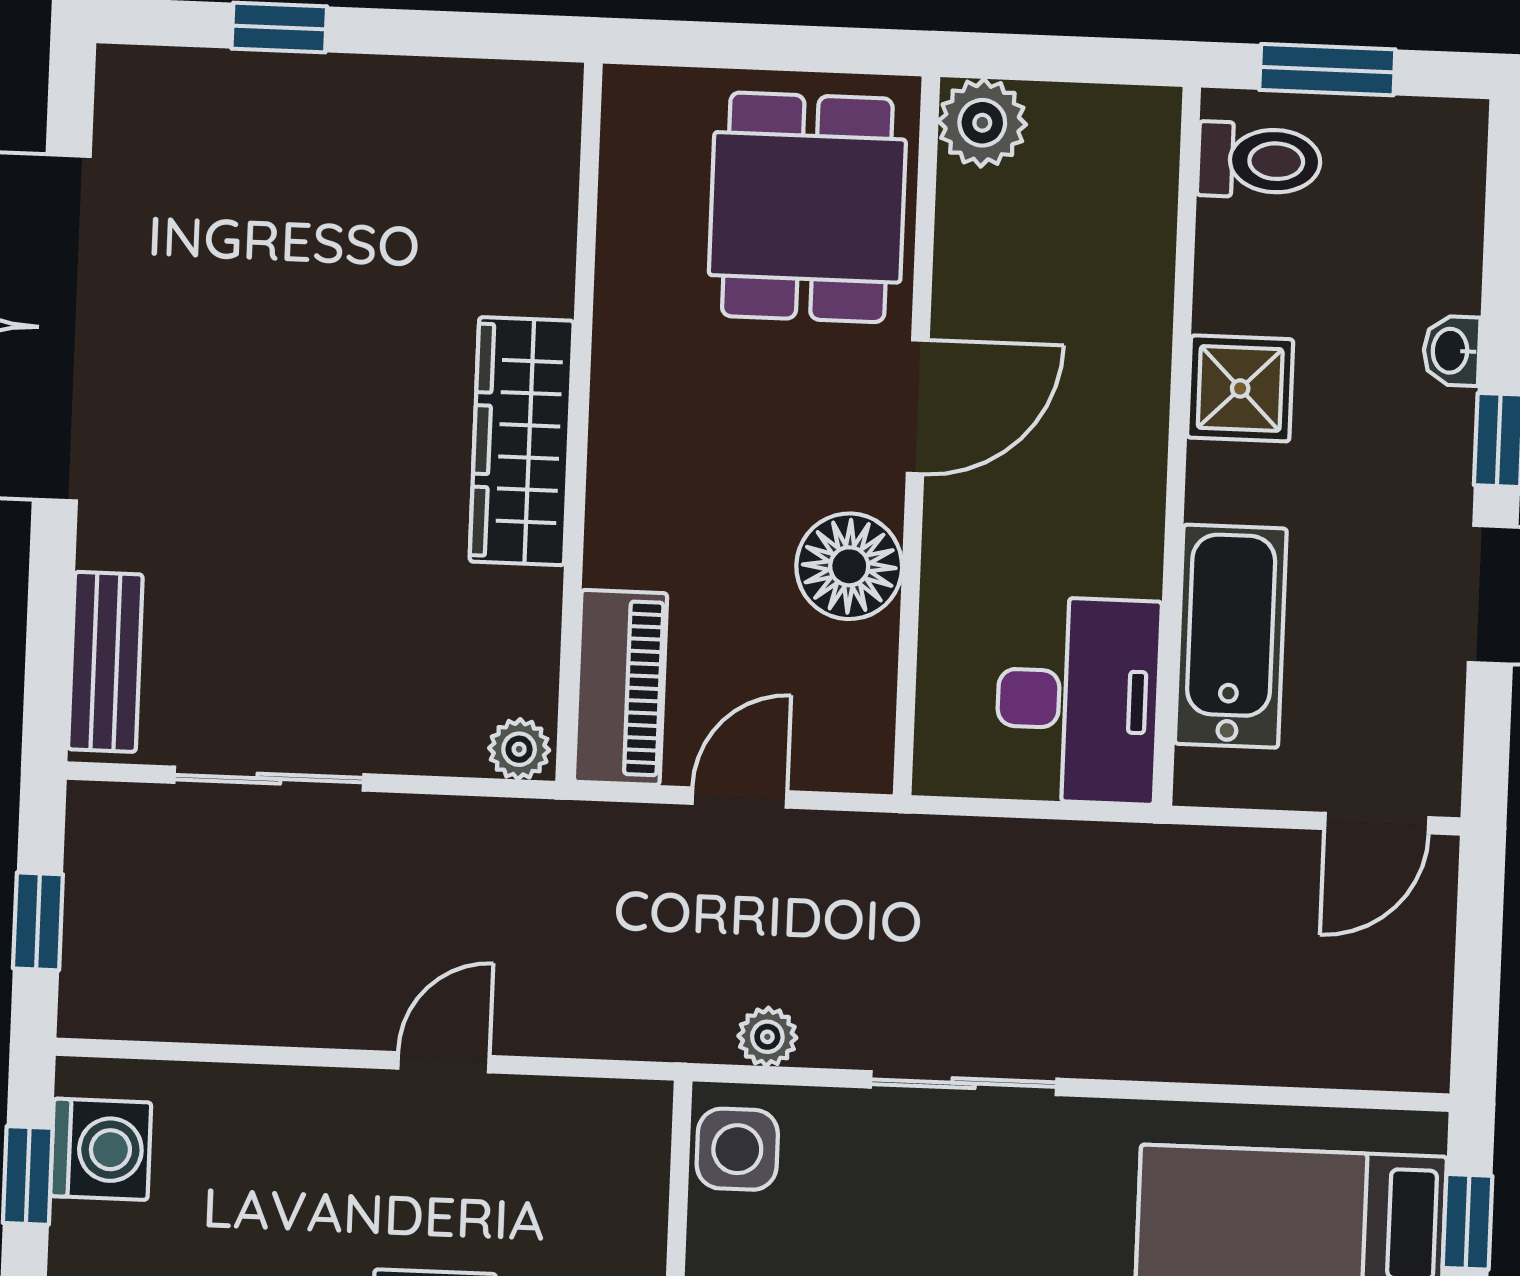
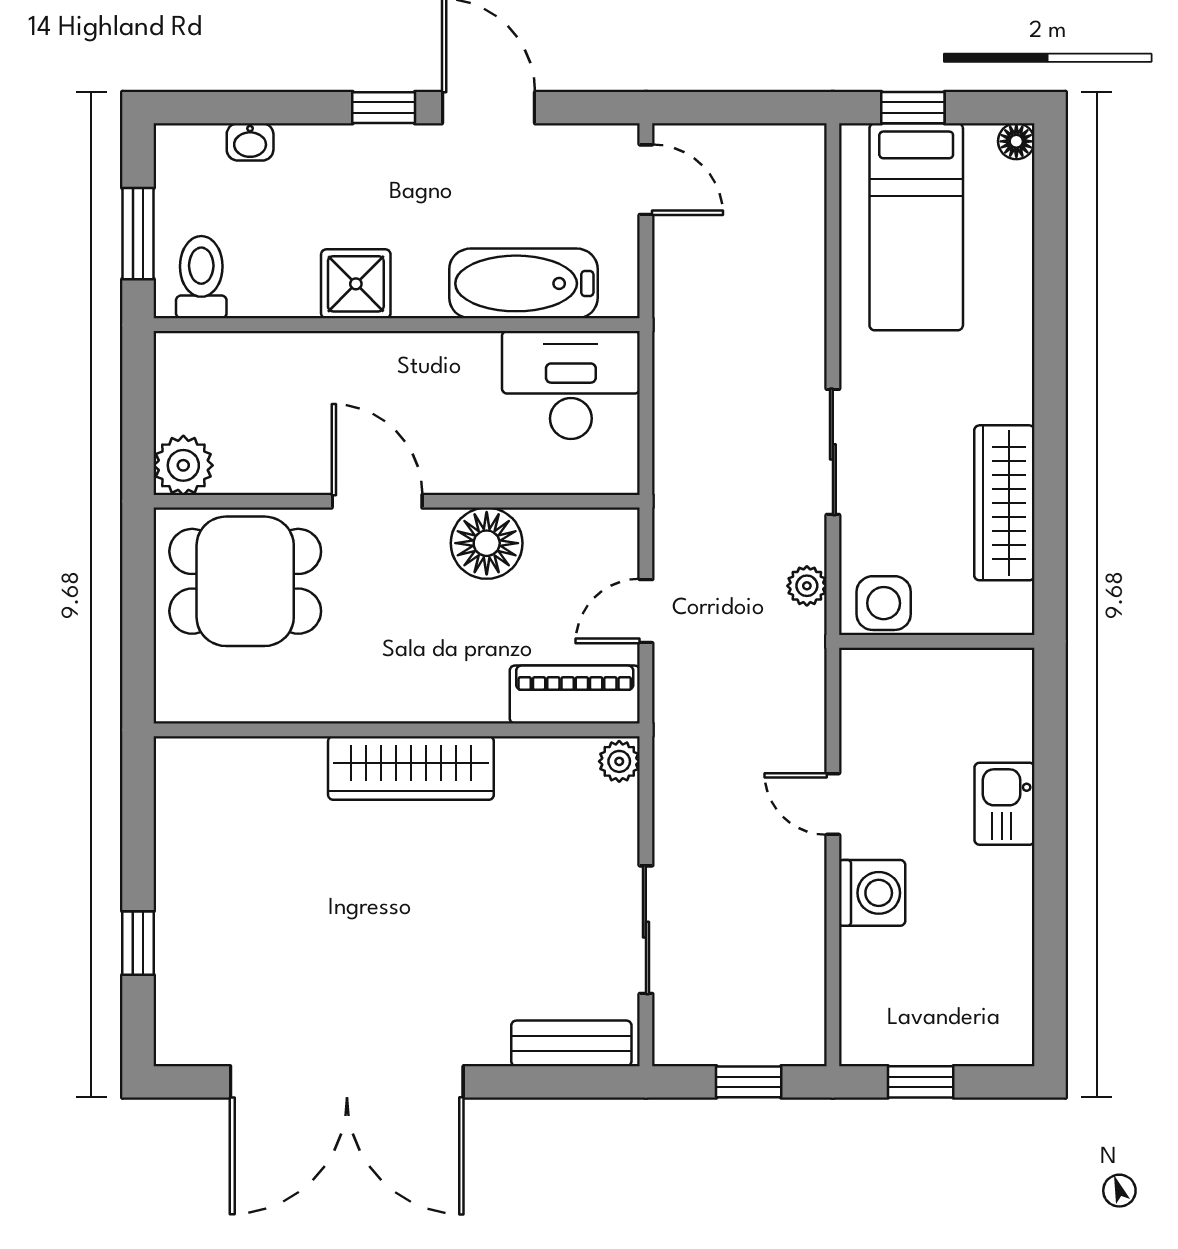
washbasin: (1452, 351) -> (250, 142), moved
door: (740, 798) -> (646, 611), hinge flipped
washing machine: (101, 1149) -> (872, 893), moved, turned 90

